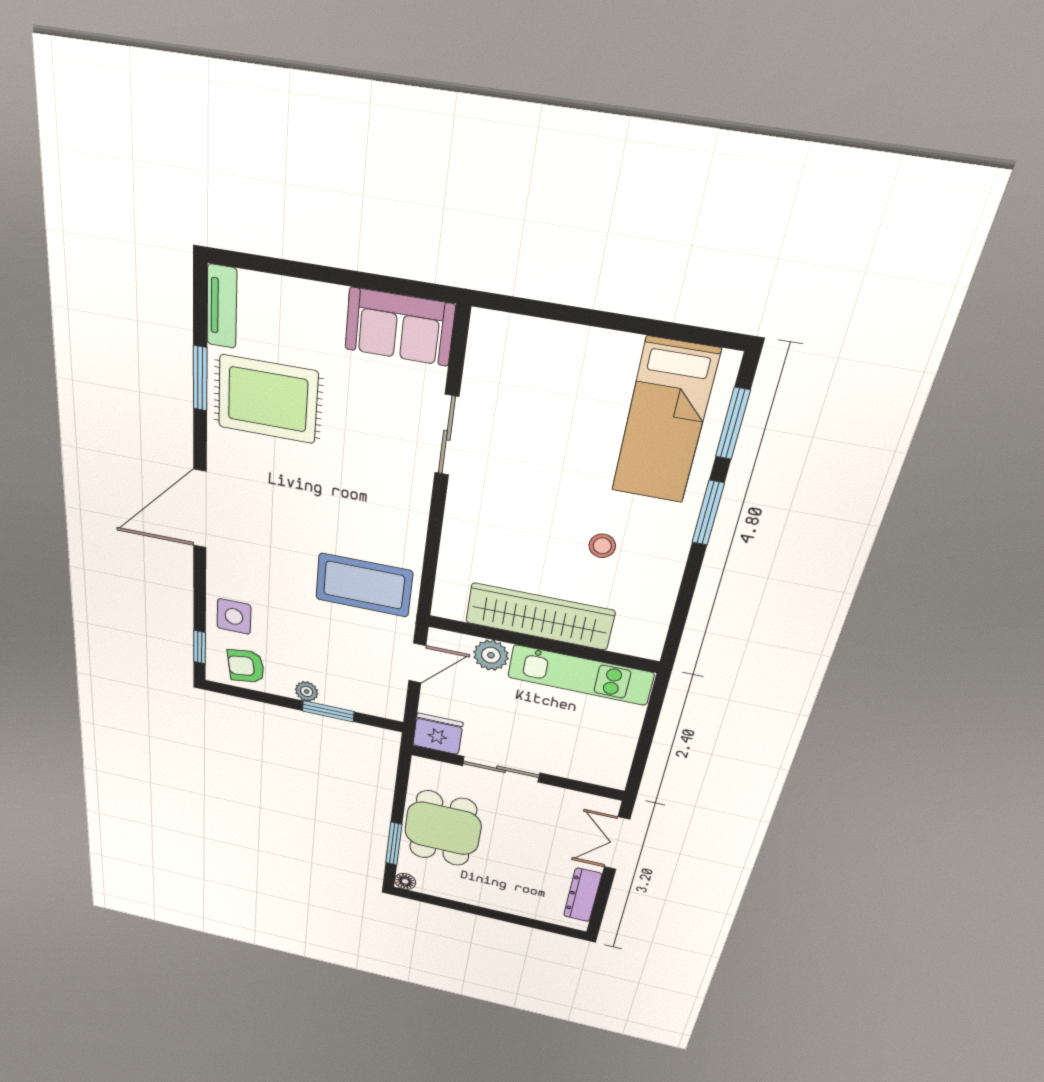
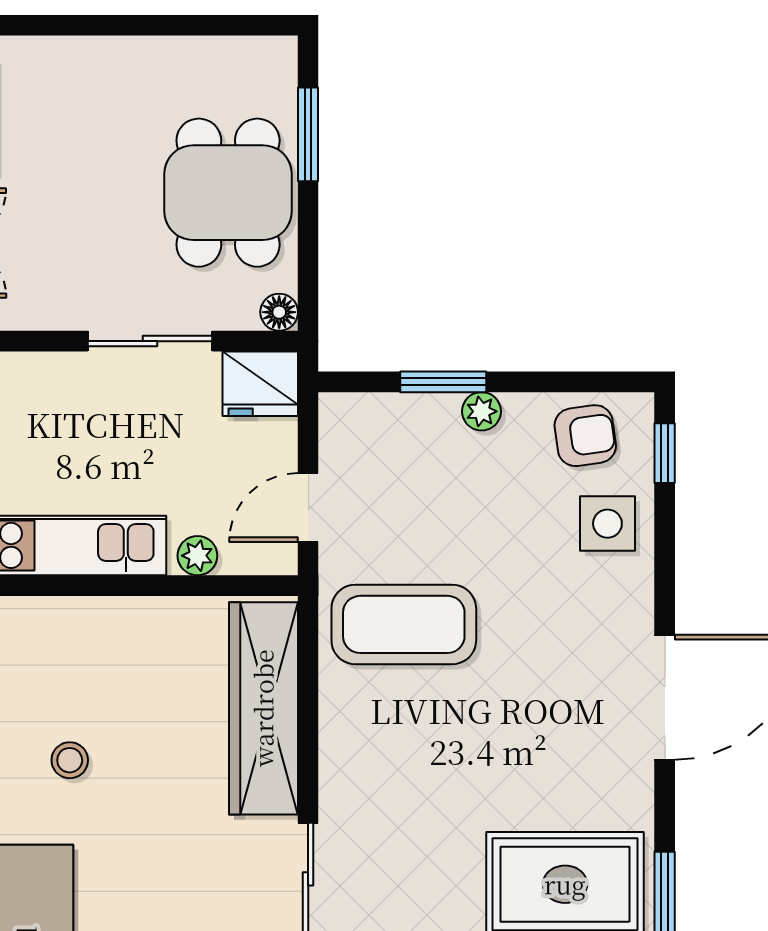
wardrobe: (539, 617) -> (263, 708), moved, turned 90
plant: (491, 655) -> (197, 556), width x0.73, depth x0.73
floor lamp: (405, 881) -> (279, 312), moved

